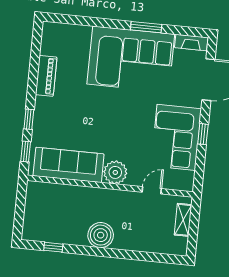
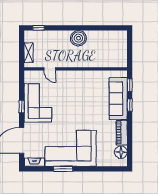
floor lamp: (51, 45) -> (121, 152), added
sofa: (69, 165) -> (118, 99), moved, turned 90
plant: (115, 172) -> (73, 78), removed
door: (152, 190) -> (50, 69), hinge flipped
window: (53, 247) -> (39, 28), moved

